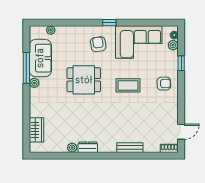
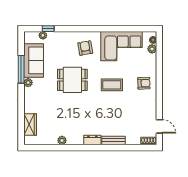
window: (109, 23) -> (48, 29), moved
window: (181, 63) -> (159, 65), removed
door: (181, 132) -> (159, 126), hinge flipped
dresser: (88, 147) -> (92, 140), moved

